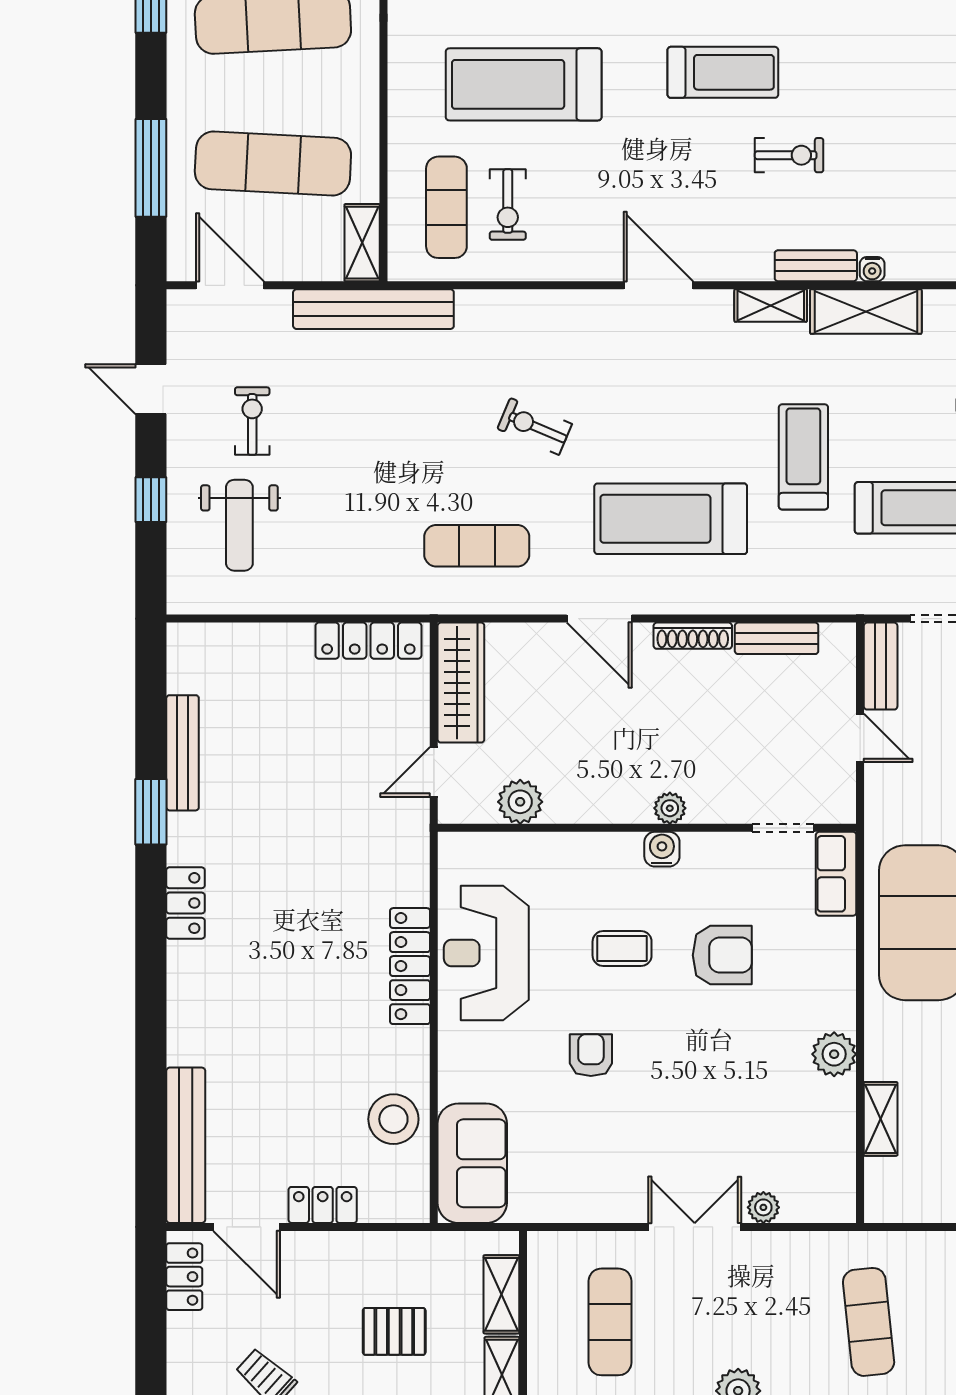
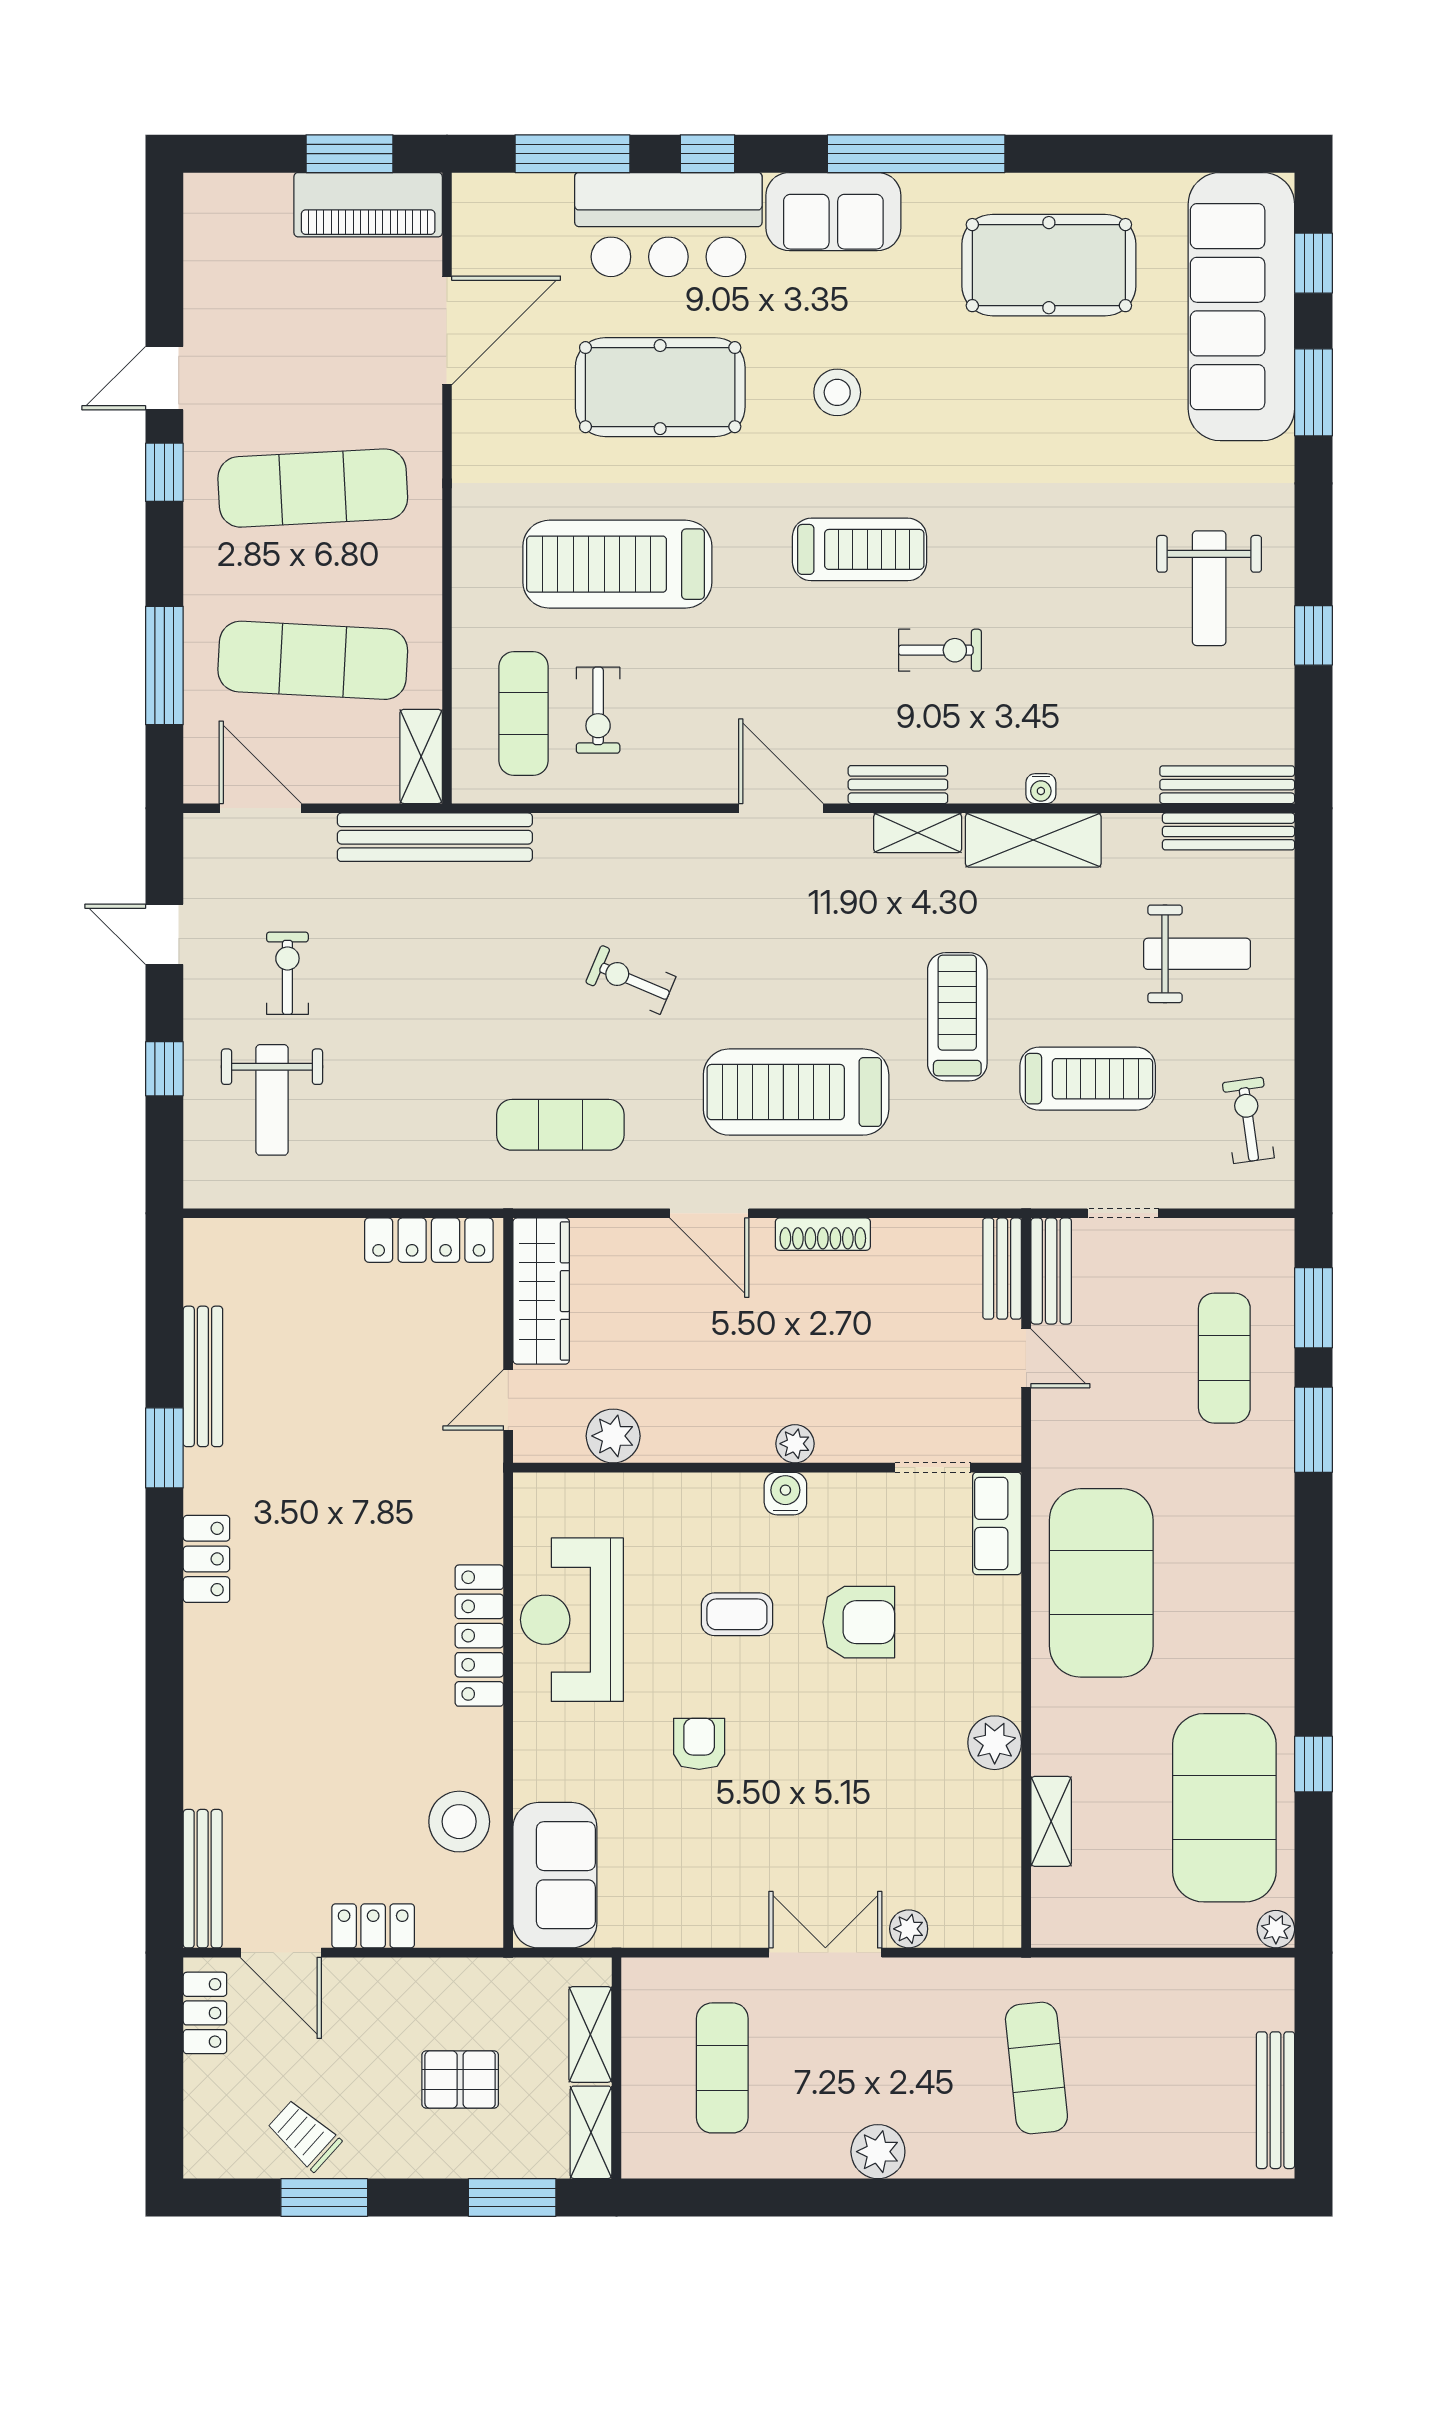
bench: (816, 266) -> (898, 785), moved
bench: (777, 638) -> (1002, 1269), moved, turned 90
bench: (186, 1145) -> (203, 1879), width x0.73, depth x0.82

